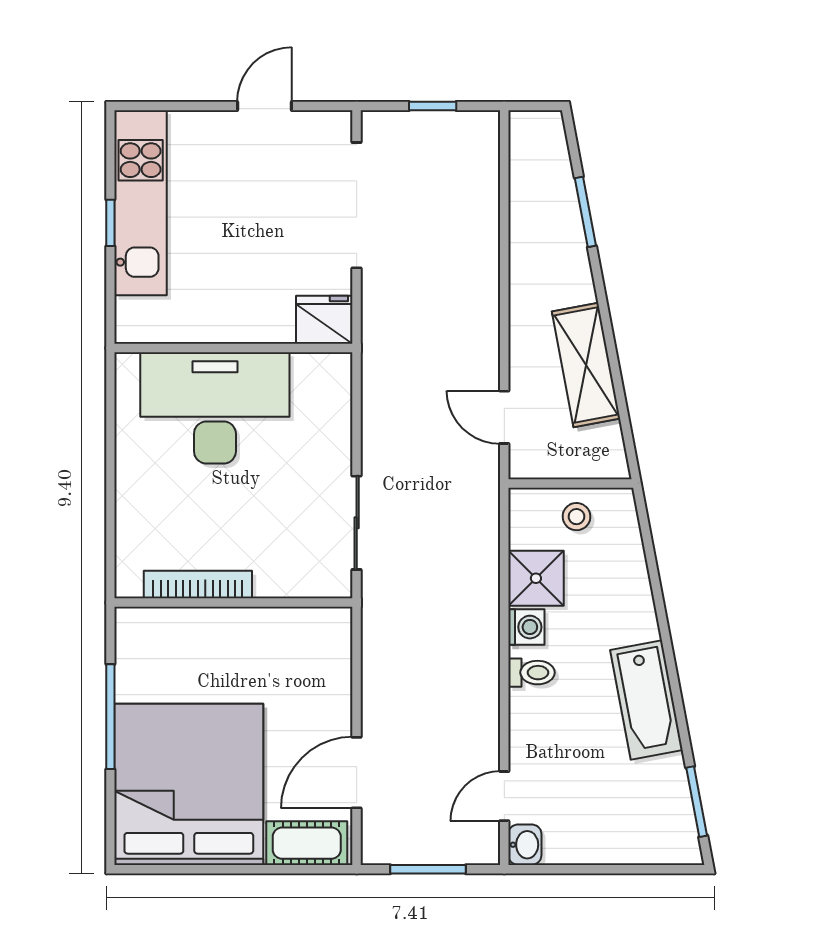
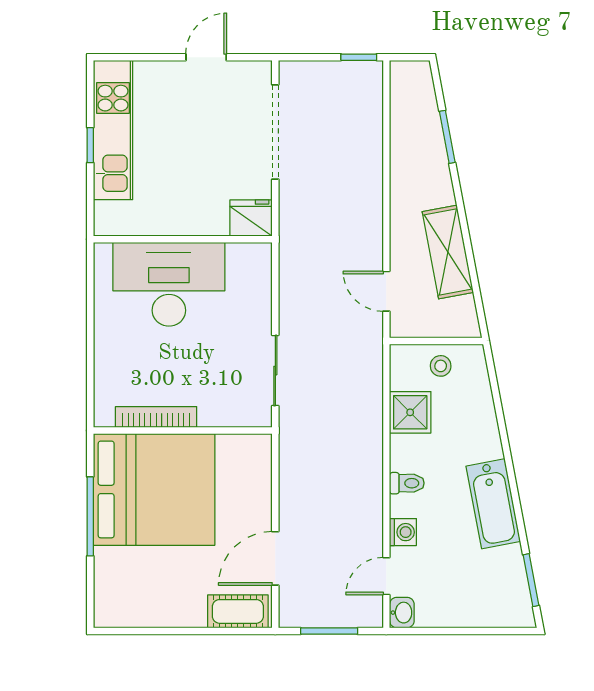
window: (433, 106) -> (359, 57), moved
washing machine: (526, 627) -> (403, 532), moved
bed: (189, 784) -> (154, 489), moved, turned 90

